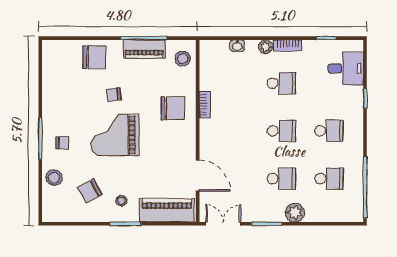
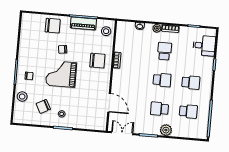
school desk: (281, 83) -> (164, 51), turned -90
school desk: (281, 179) -> (160, 109), turned 180
piano: (167, 210) -> (89, 122), removed

